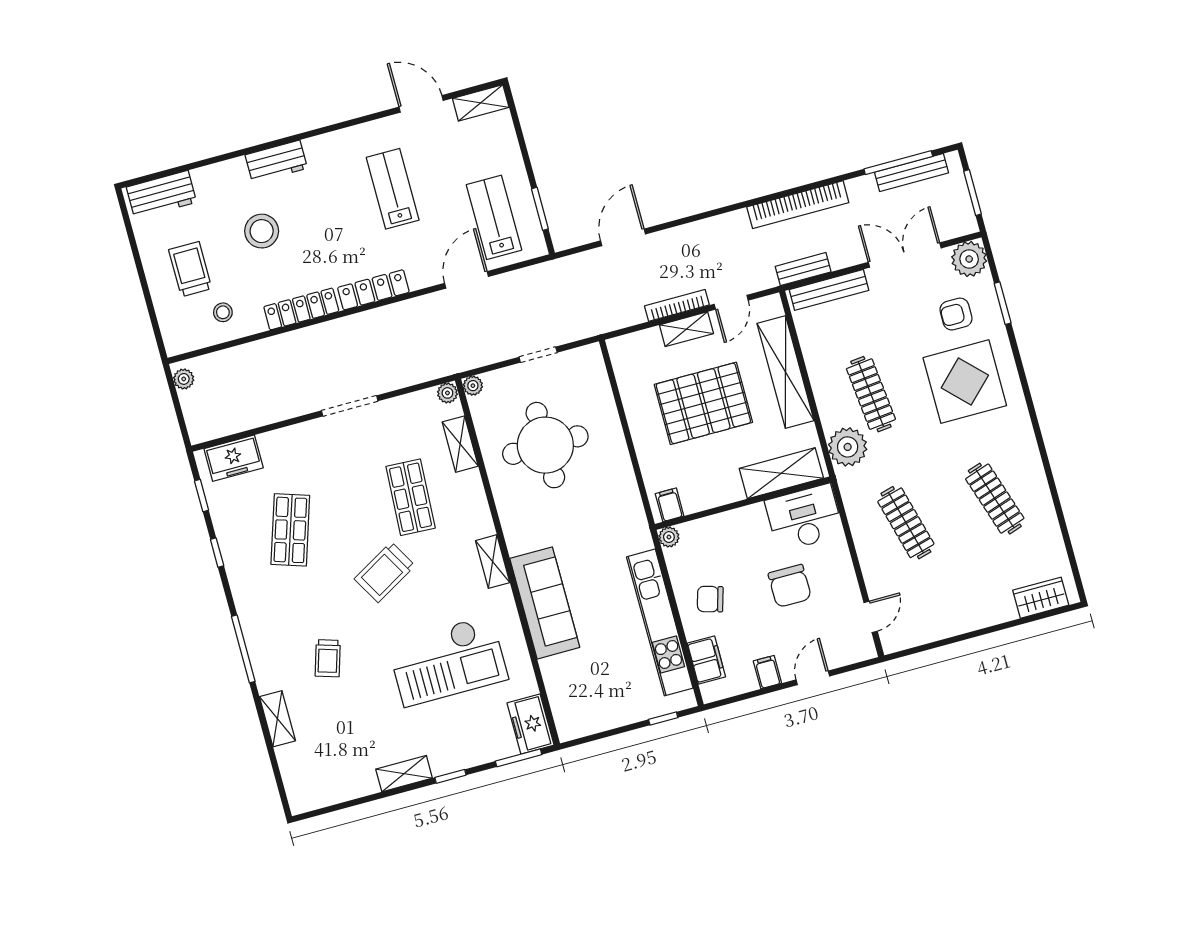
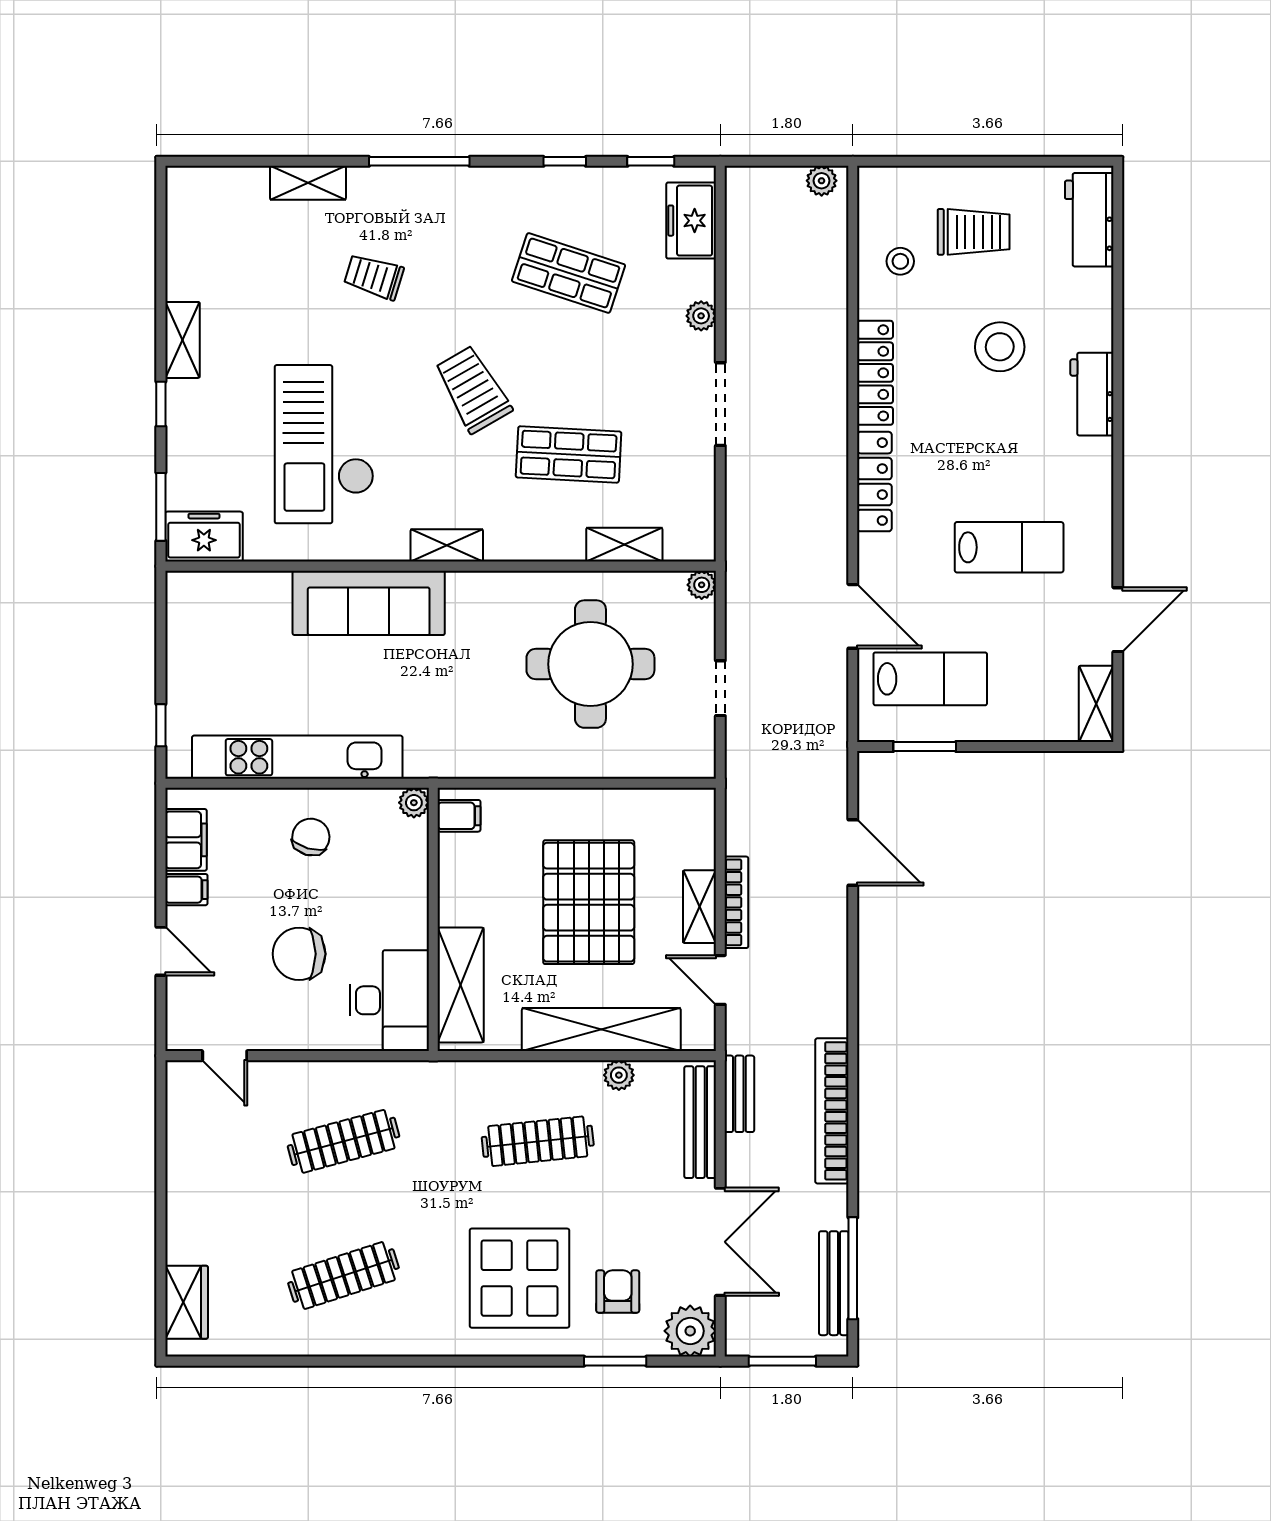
plant: (447, 393) -> (701, 316), moved
plant: (848, 447) -> (619, 1075), moved, width x0.53, depth x0.53
filing cabinet: (706, 660) -> (186, 840), moved, turned -90

